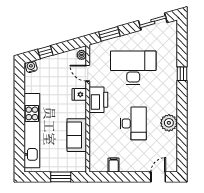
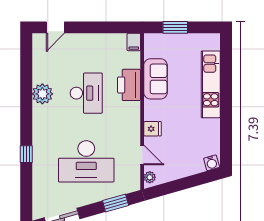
window: (45, 52) -> (194, 181), removed
printer: (98, 100) -> (129, 85), moved
desk: (133, 123) -> (86, 93), turned 180
kitchen unit: (32, 131) -> (211, 84), width x0.73
filing cabinet: (114, 165) -> (134, 42), moved

